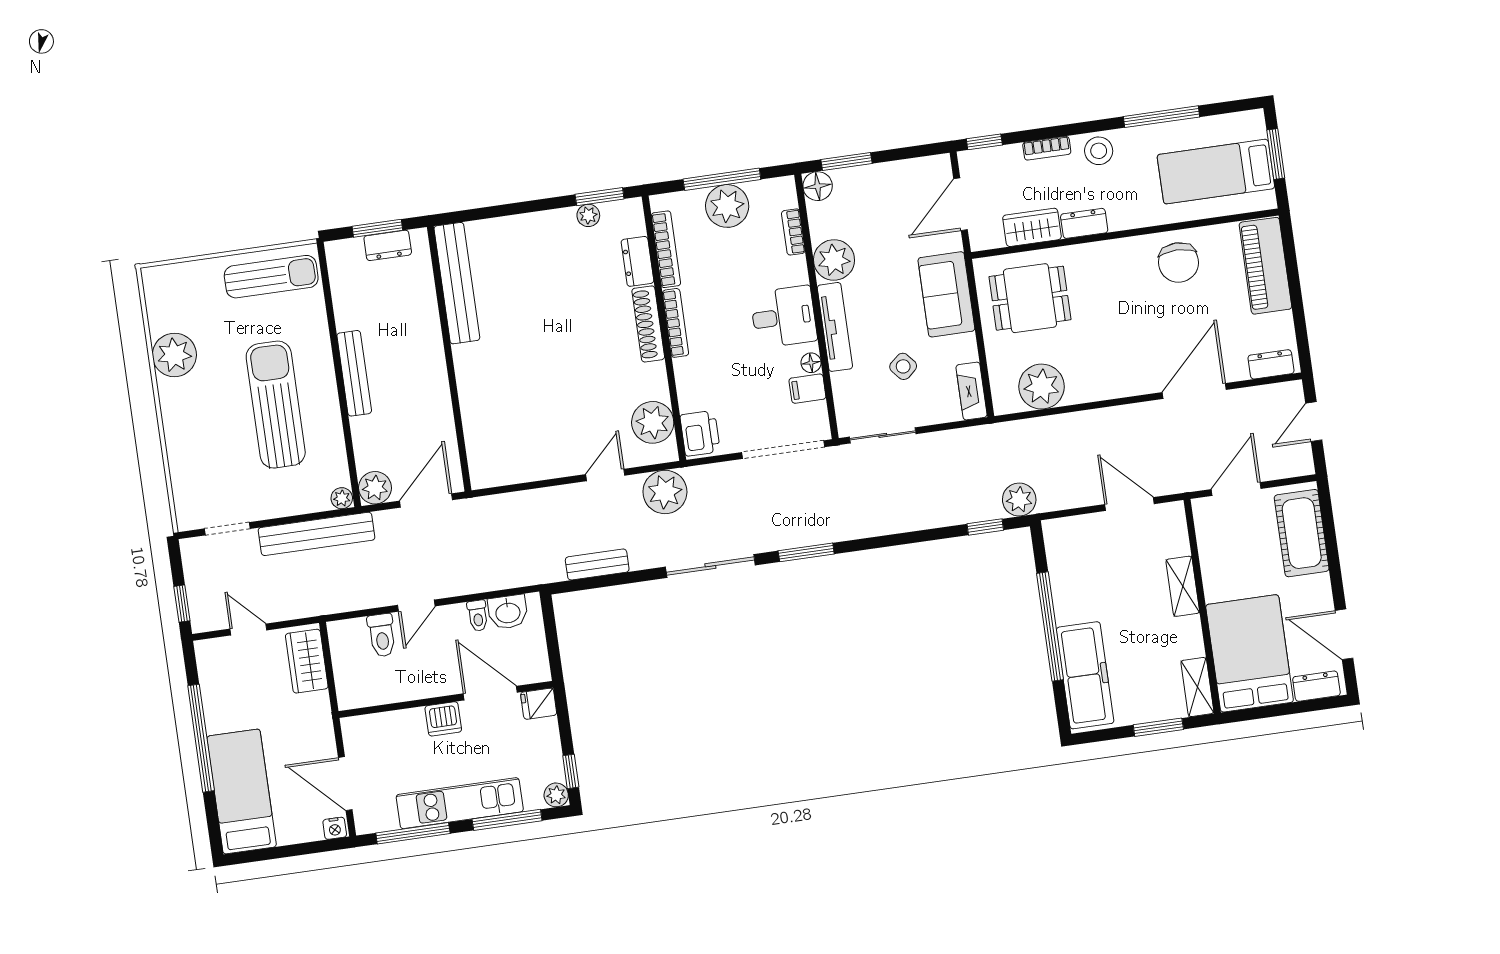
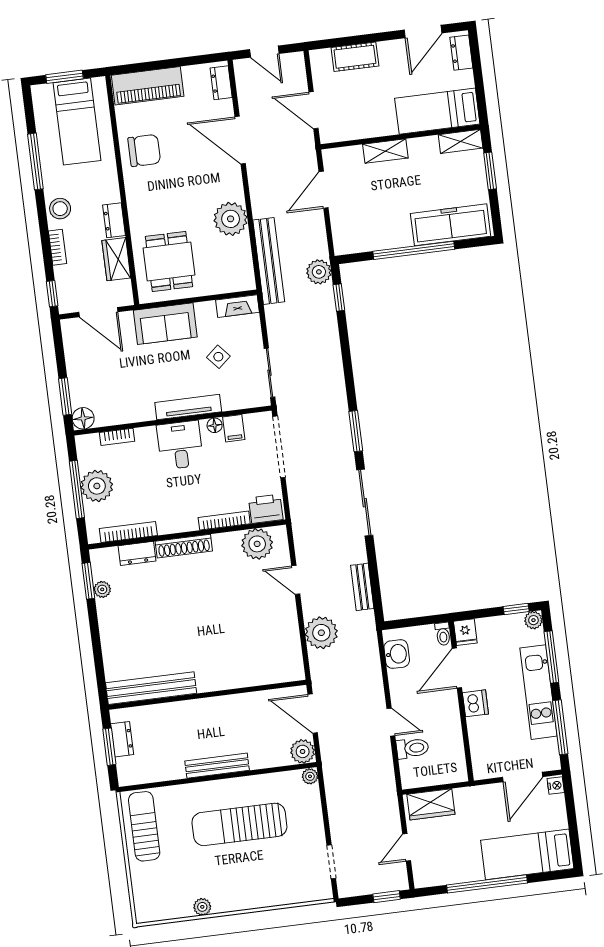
plant: (834, 260) -> (138, 407), removed
bookcase: (675, 323) -> (224, 521), moved
plant: (174, 355) -> (202, 907), width x0.53, depth x0.53
plant: (1042, 387) -> (231, 219), moved
plant: (665, 492) -> (321, 633), moved
cot: (1302, 533) -> (355, 57), width x0.73, depth x0.75
bench: (317, 534) -> (269, 261), moved
toilet: (478, 616) -> (443, 634), moved, turned 90
bed: (1250, 653) -> (437, 111), width x0.67

